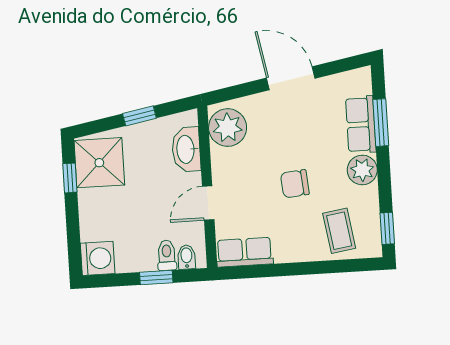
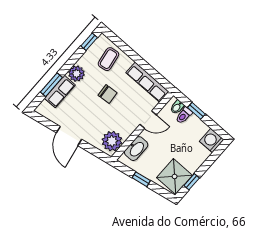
row of seats: (245, 252) -> (147, 82), width x1.48

